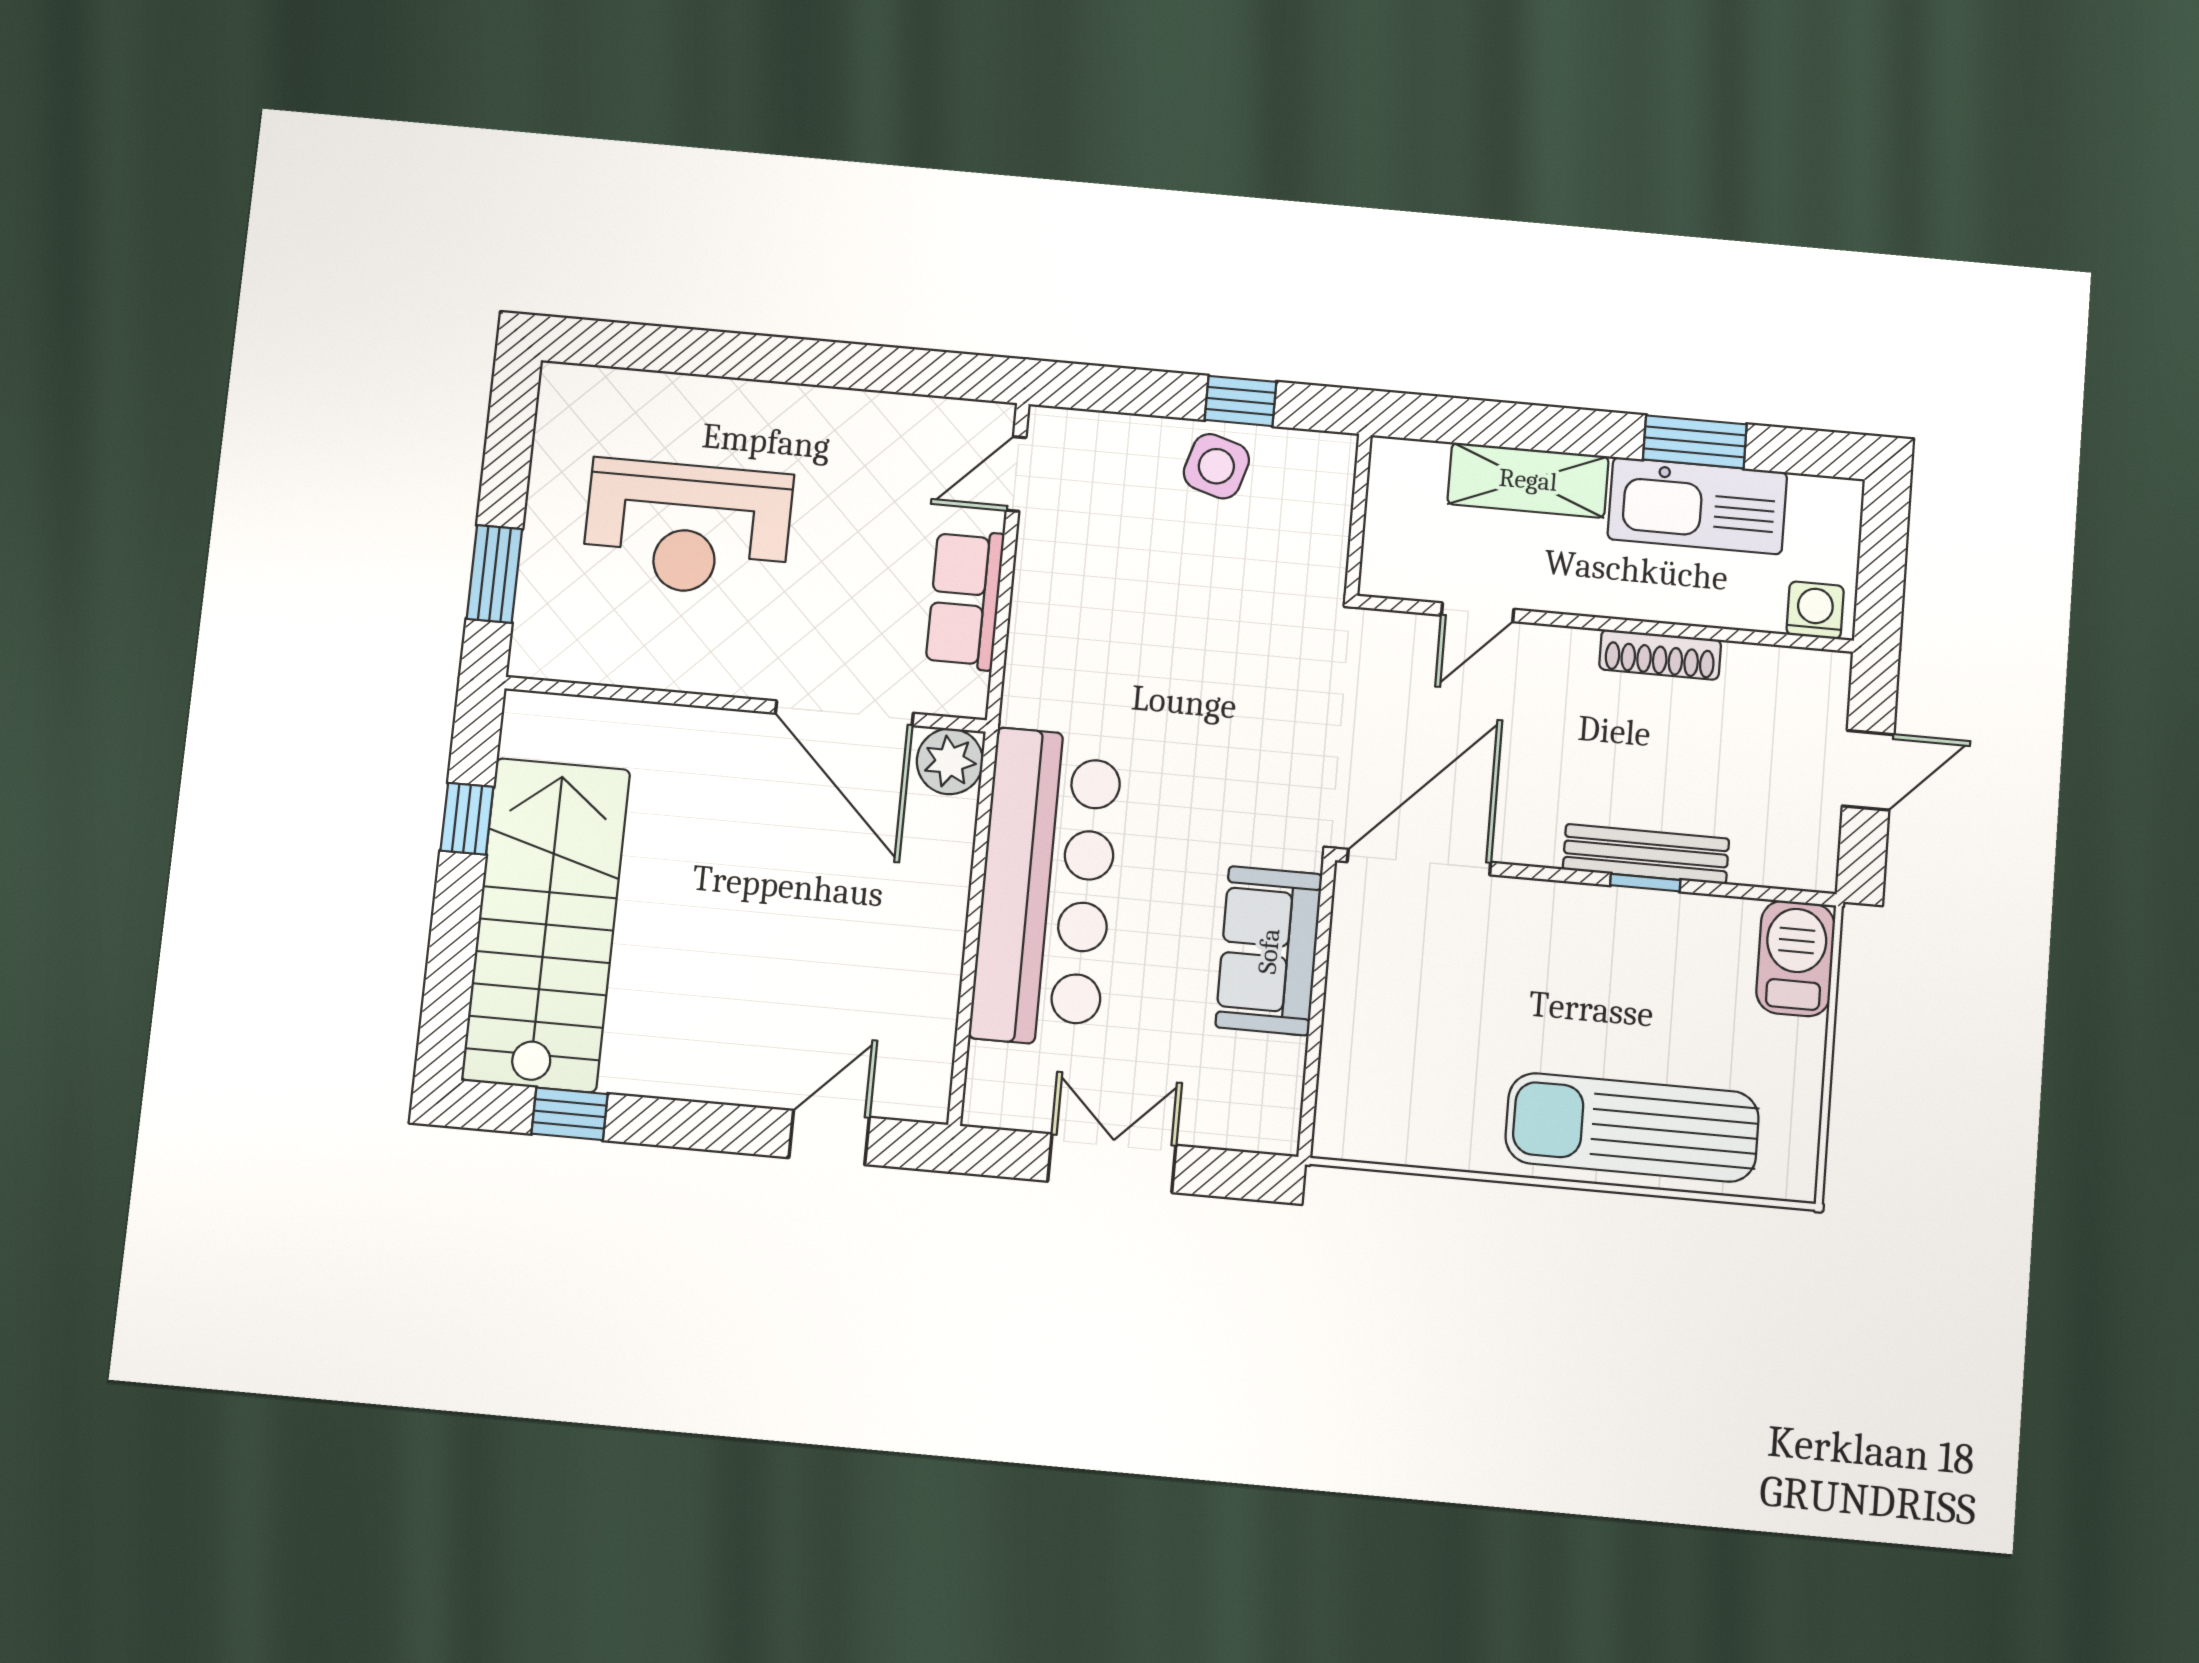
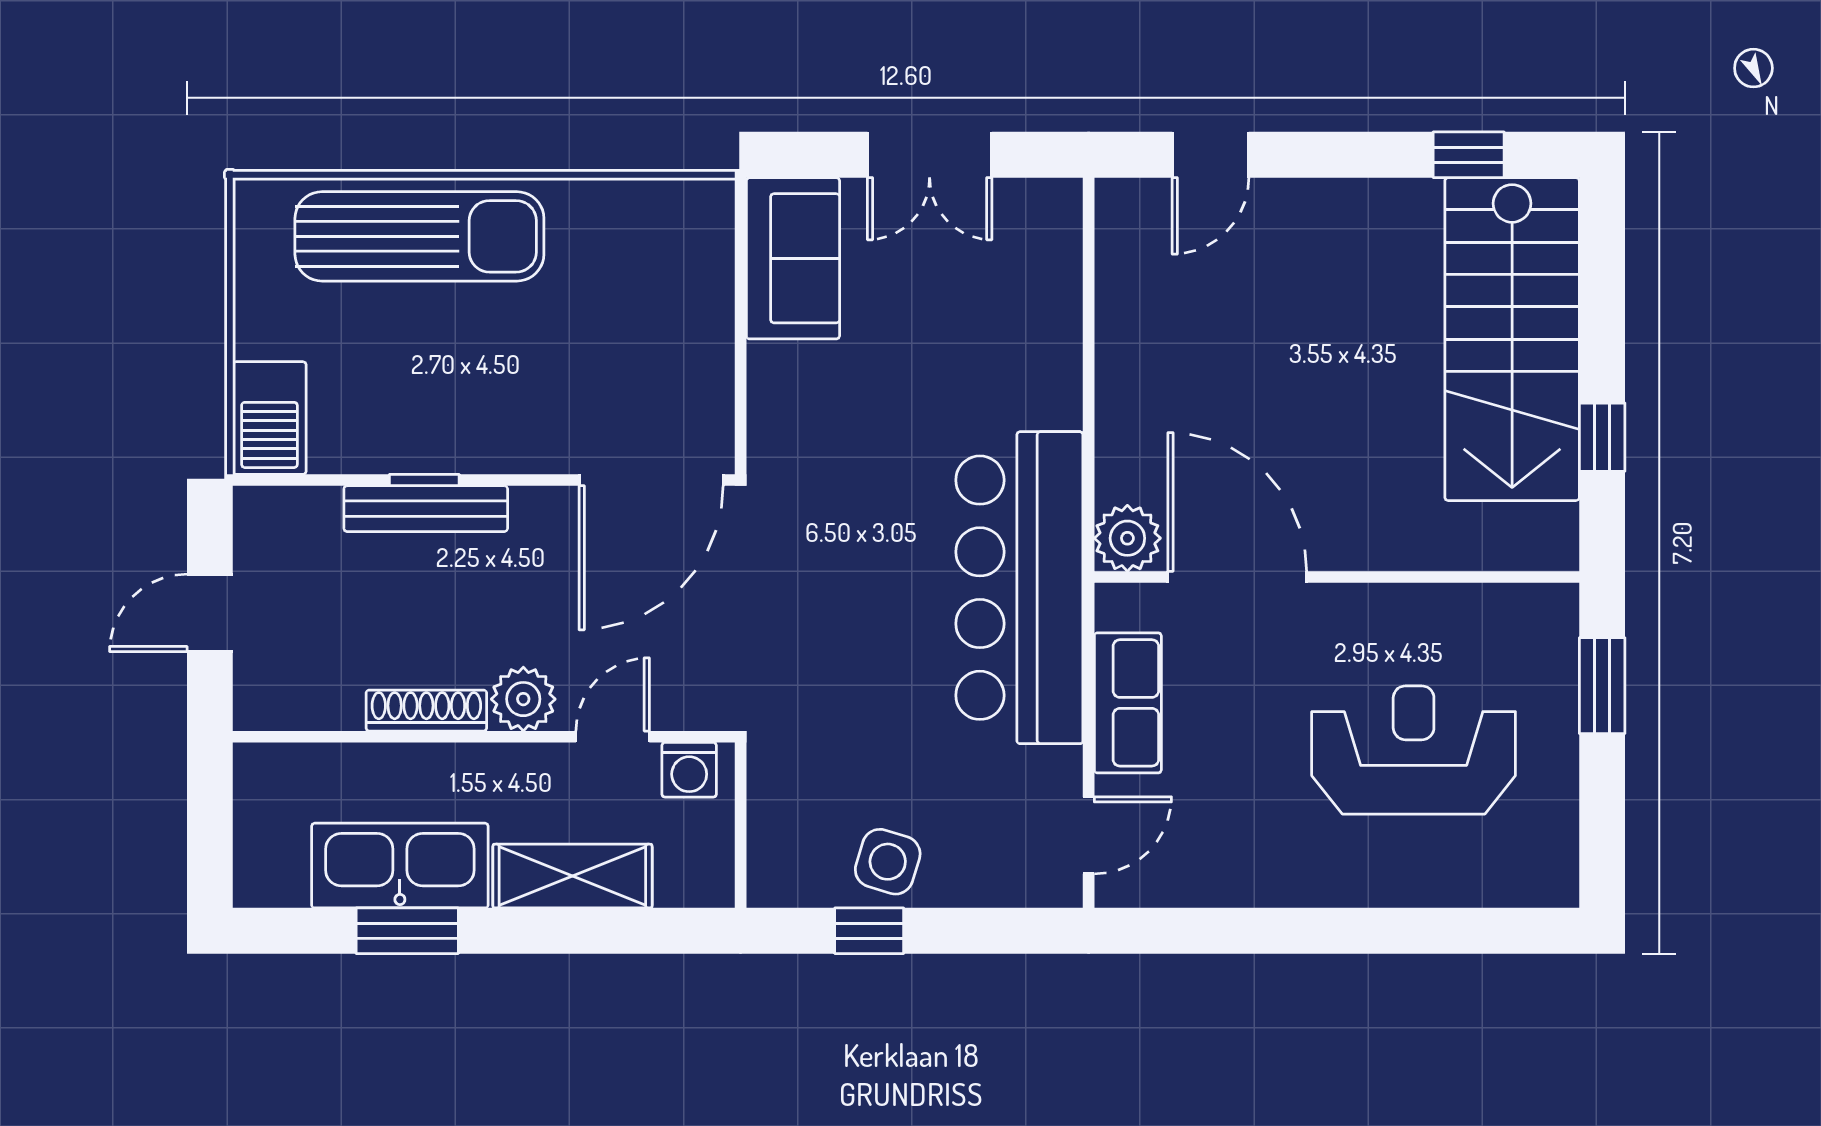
washing machine: (1815, 610) -> (689, 770), moved
plant: (1563, 657) -> (523, 699), added
bar counter: (1046, 888) -> (1019, 588), moved
sofa: (1269, 951) -> (793, 258), moved

